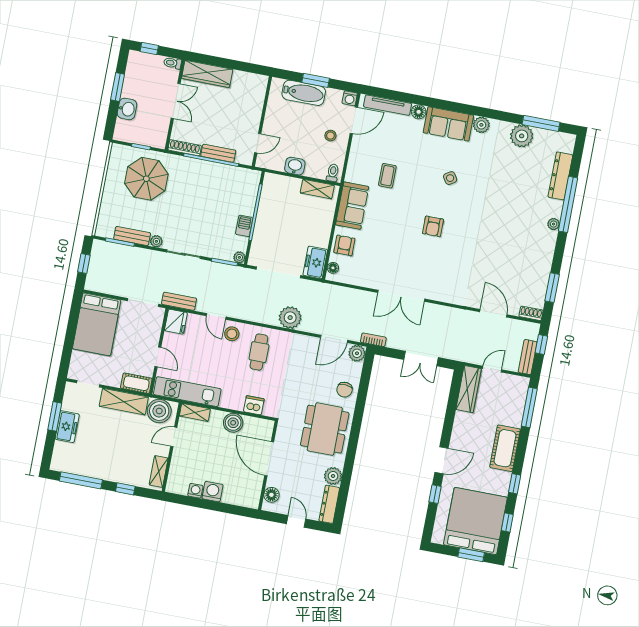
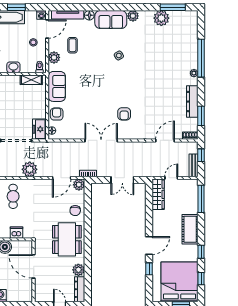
plant: (356, 163) -> (54, 57), added
coffee table: (387, 176) -> (72, 45), moved
dresser: (560, 176) -> (192, 102), moved
armchair: (433, 226) -> (124, 114), moved
double door: (401, 296) -> (101, 140), swing flipped
door: (493, 313) -> (165, 140), hinge flipped
floor lamp: (271, 495) -> (40, 290), removed

